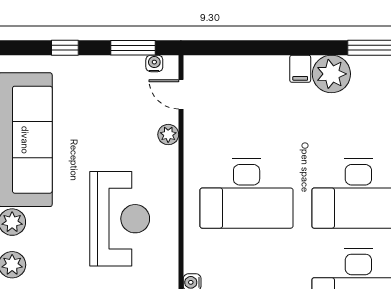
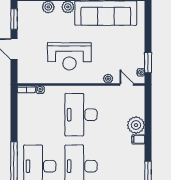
window: (65, 48) -> (148, 31), removed
plant: (331, 74) -> (136, 125), moved
door: (181, 94) -> (127, 85), hinge flipped

